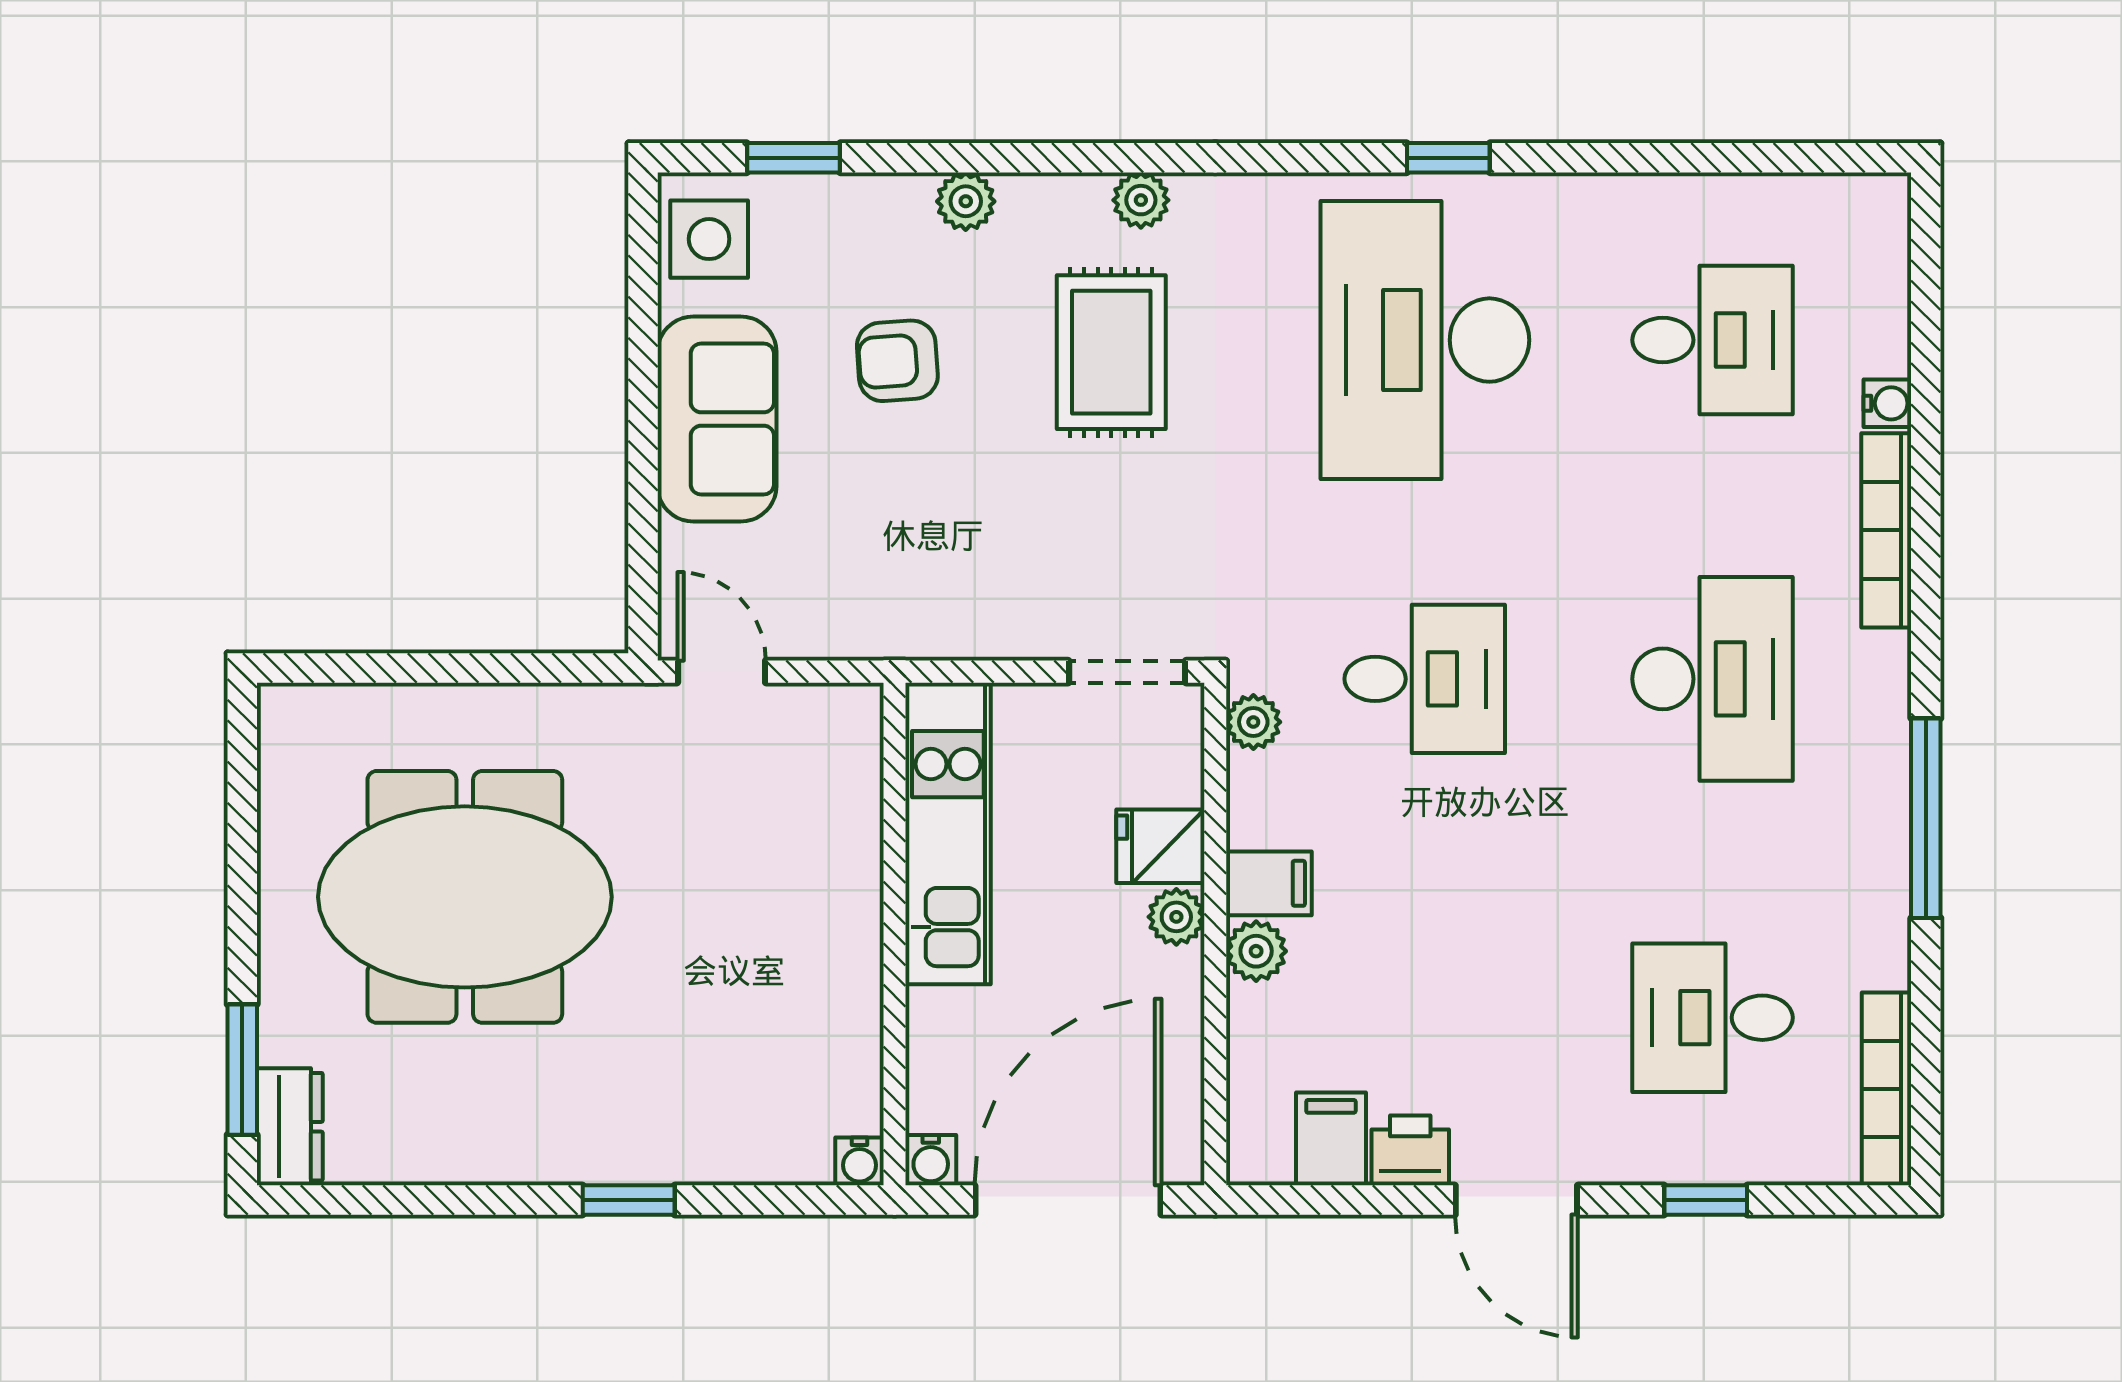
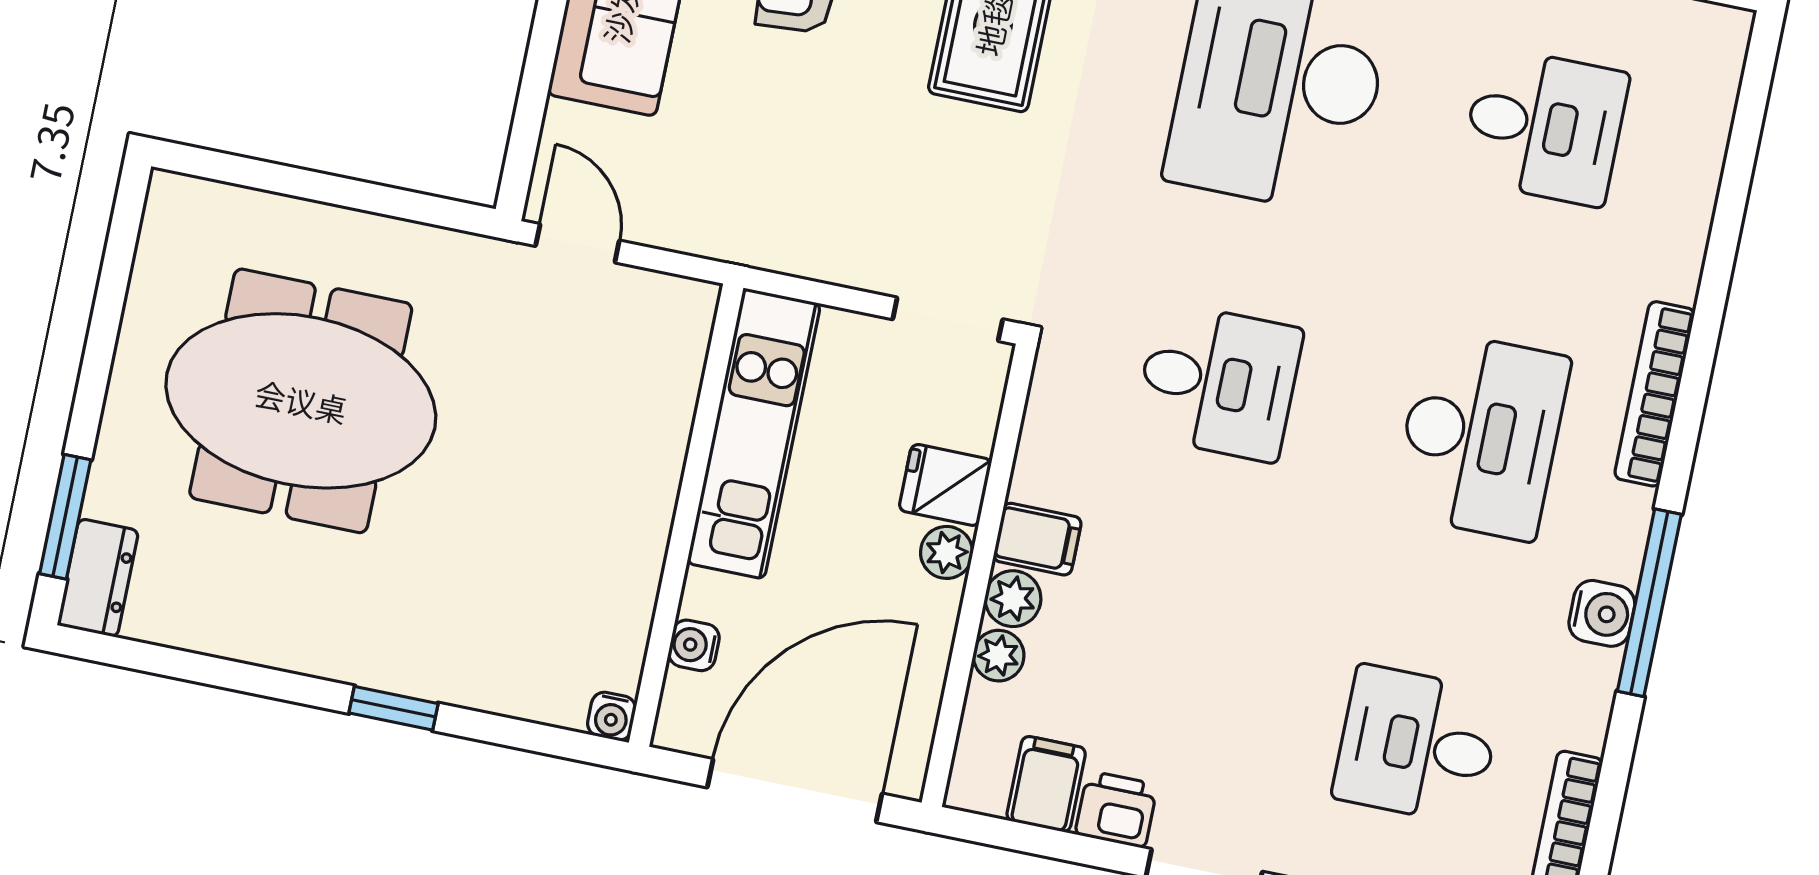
water cooler: (1887, 403) -> (1602, 613), moved, width x1.38, depth x1.38
bookcase: (1886, 530) -> (1655, 394), moved
plant: (1253, 722) -> (999, 656), moved
water cooler: (931, 1160) -> (694, 645), moved, turned 90

